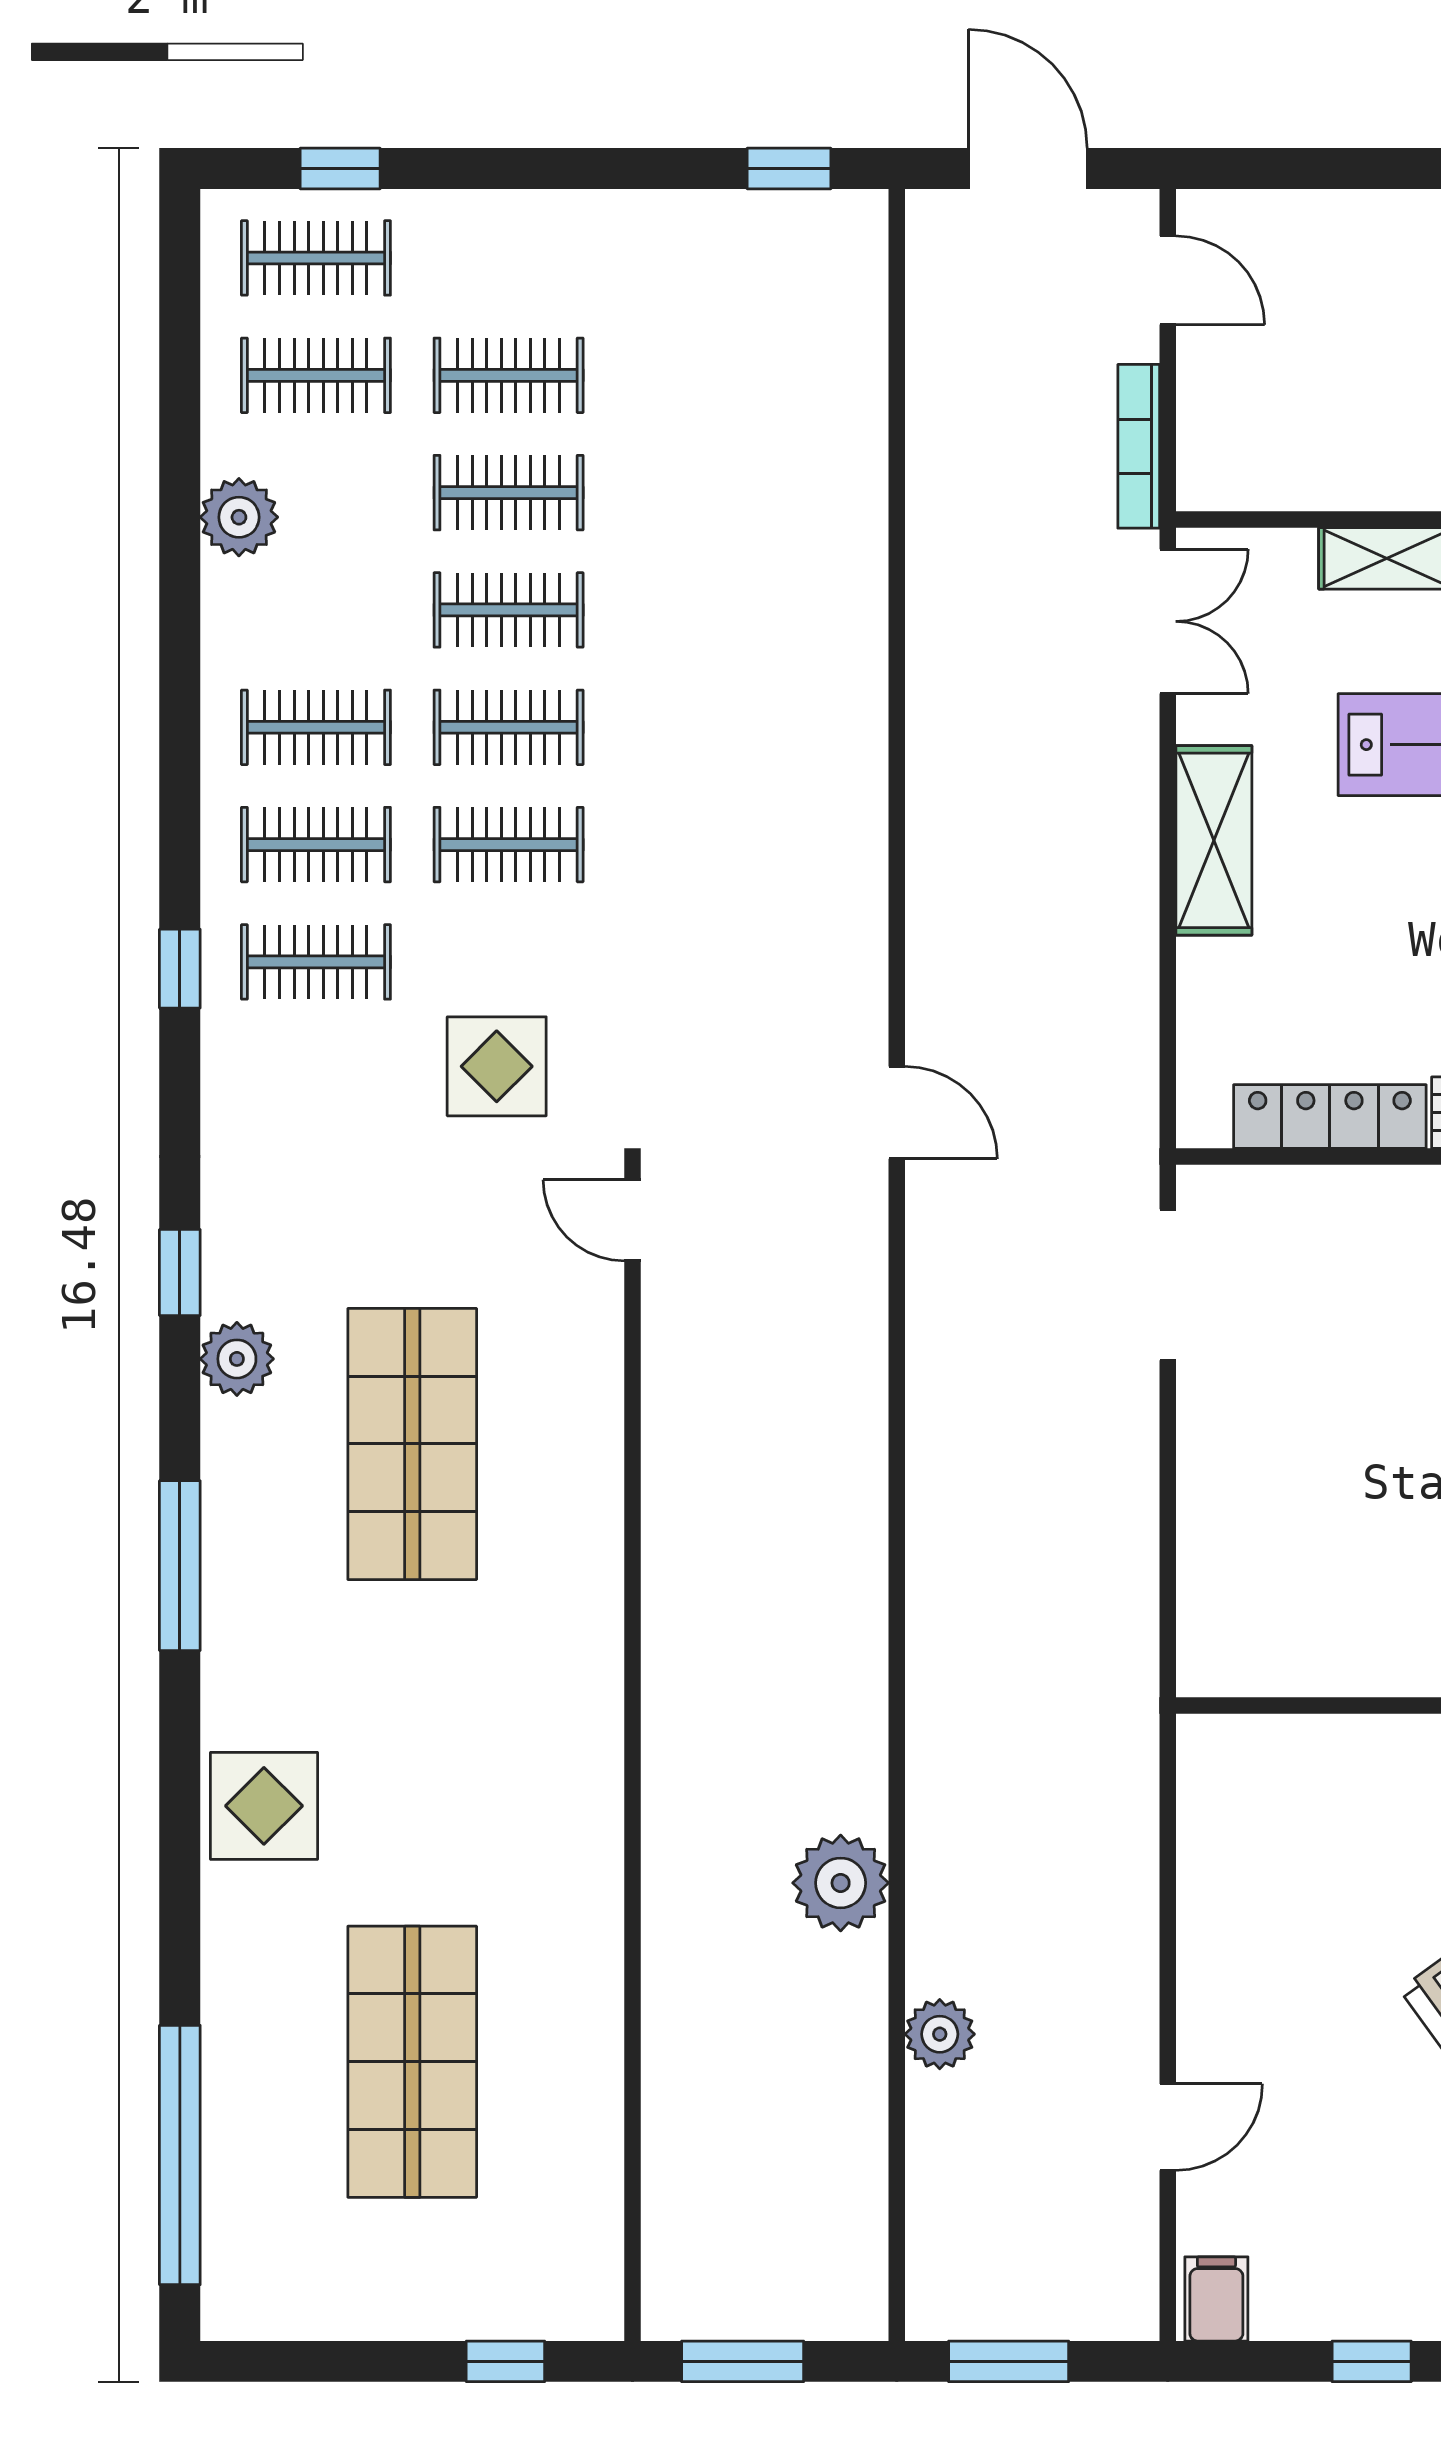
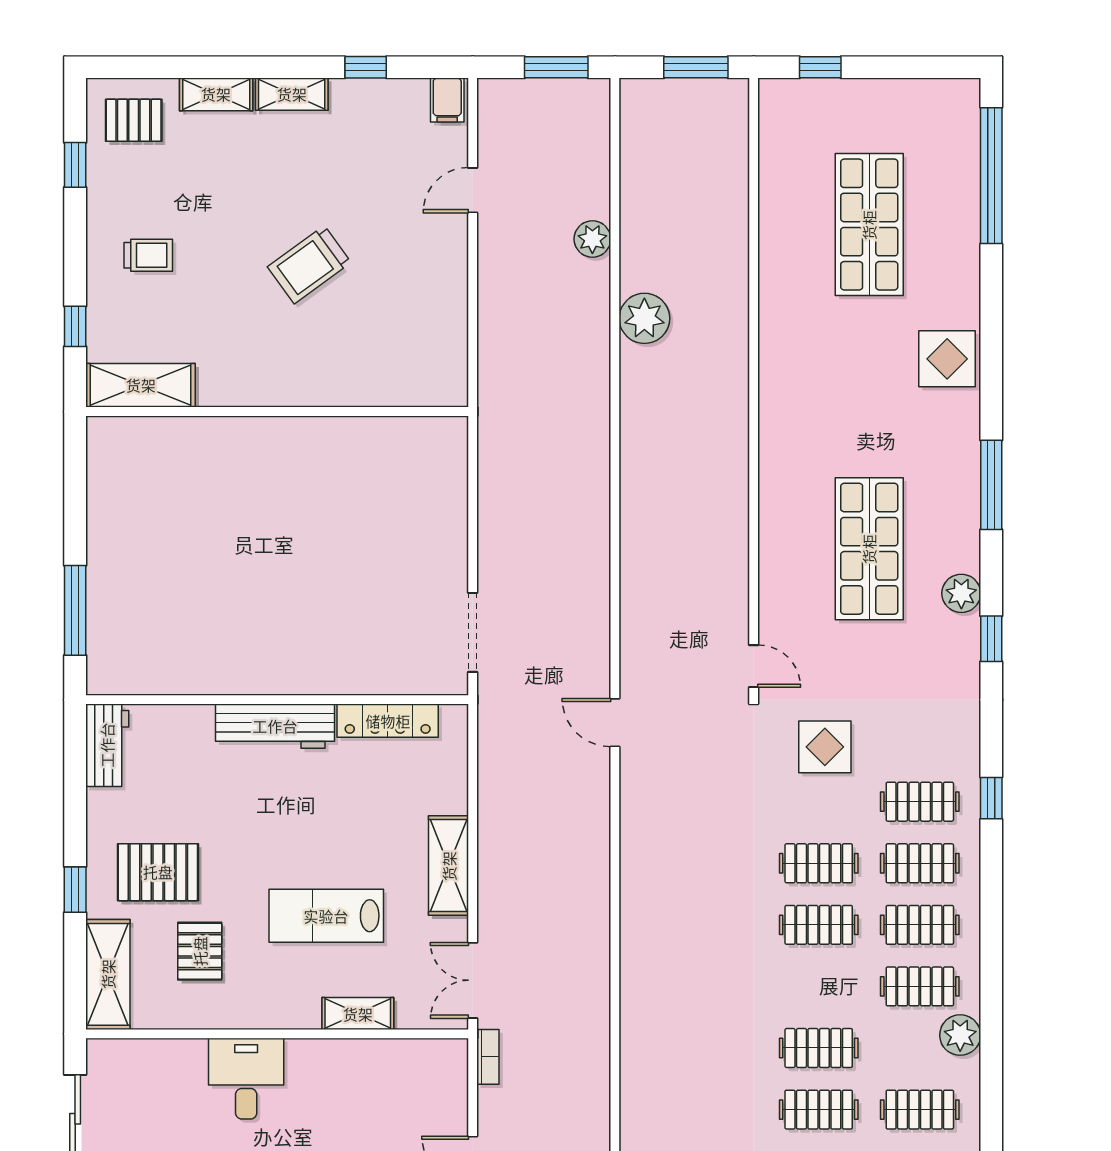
bookcase: (1139, 446) -> (488, 1057), width x0.64
clothes rail: (509, 610) -> (920, 986), moved

